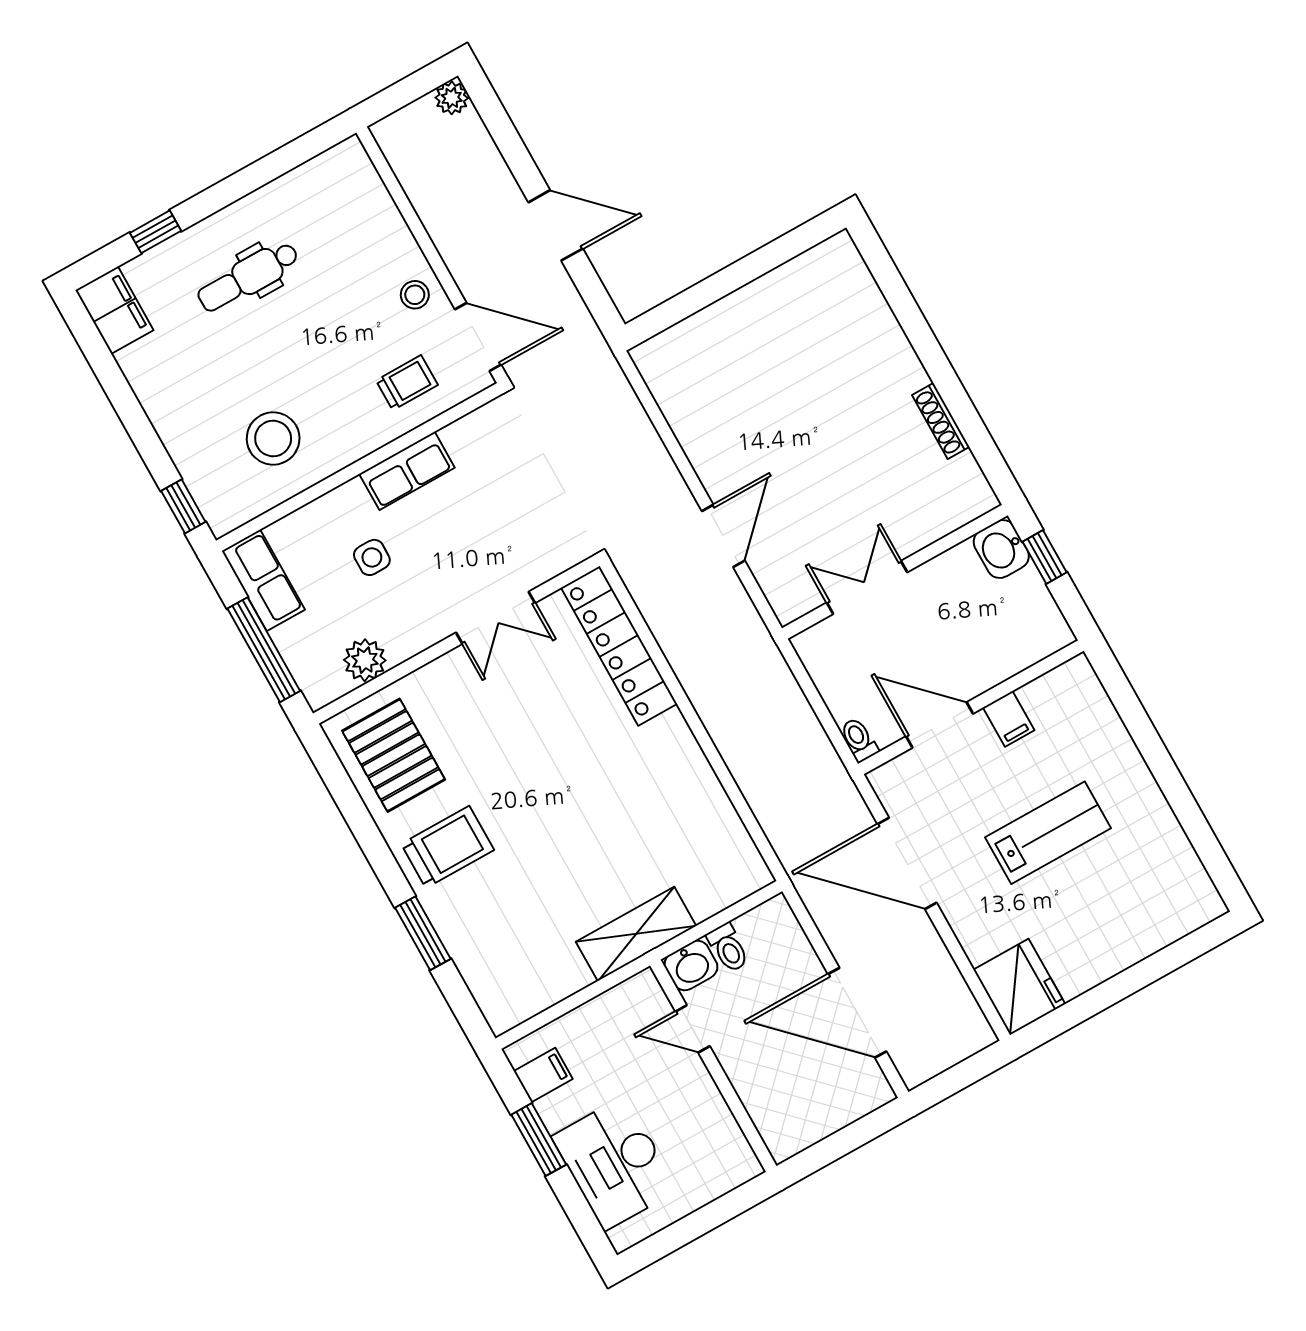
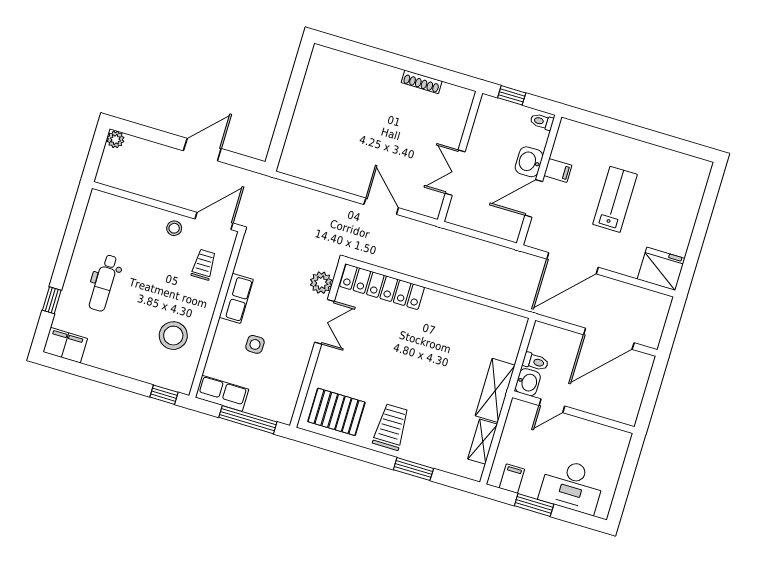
washbasin: (1001, 549) -> (529, 162), moved, turned 90
plant: (365, 660) -> (321, 283), moved
toilet: (859, 740) -> (542, 122), moved
shelving: (552, 987) -> (483, 442), added

